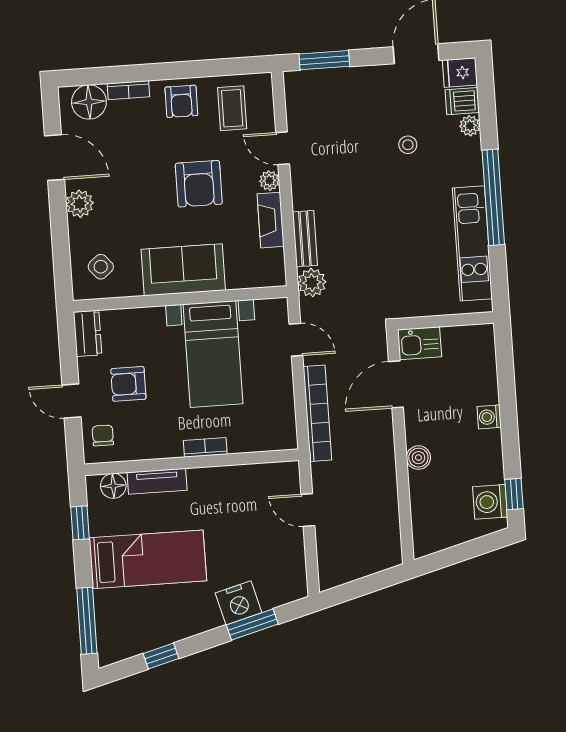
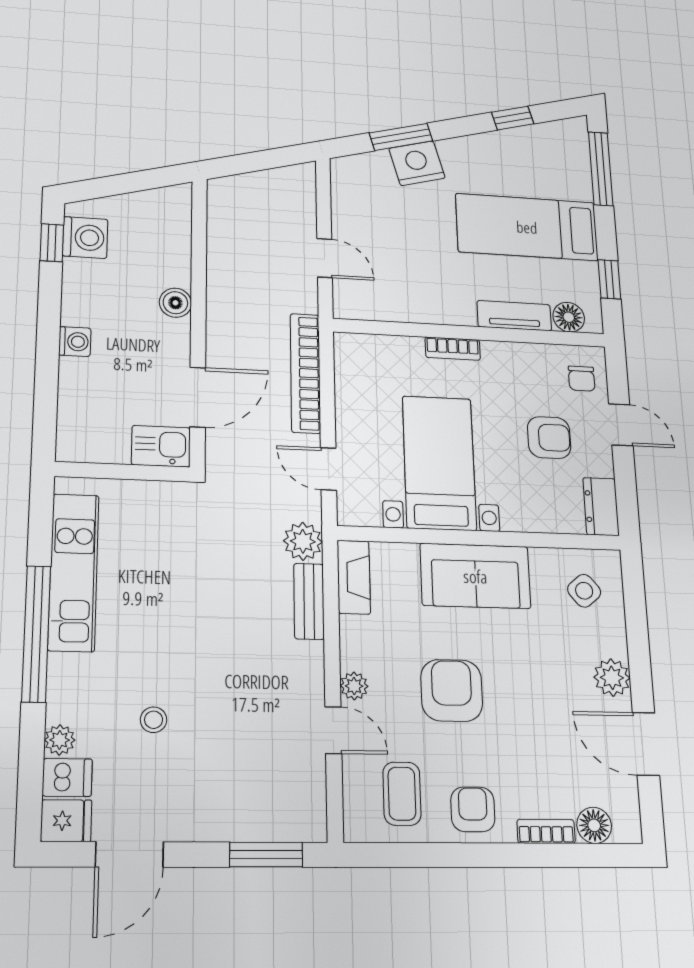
floor lamp: (89, 102) -> (594, 825), width x0.73, depth x0.73
fireplace: (271, 220) -> (354, 577), moved

